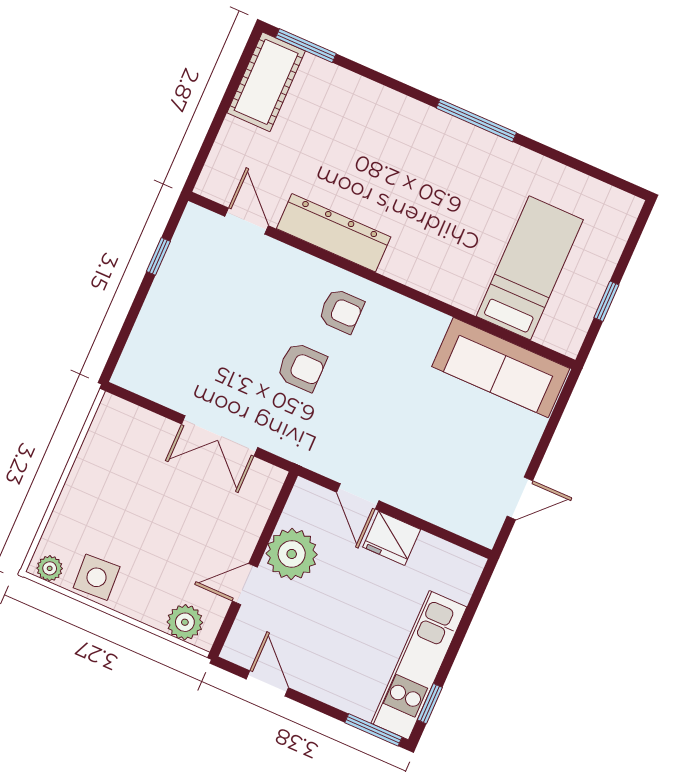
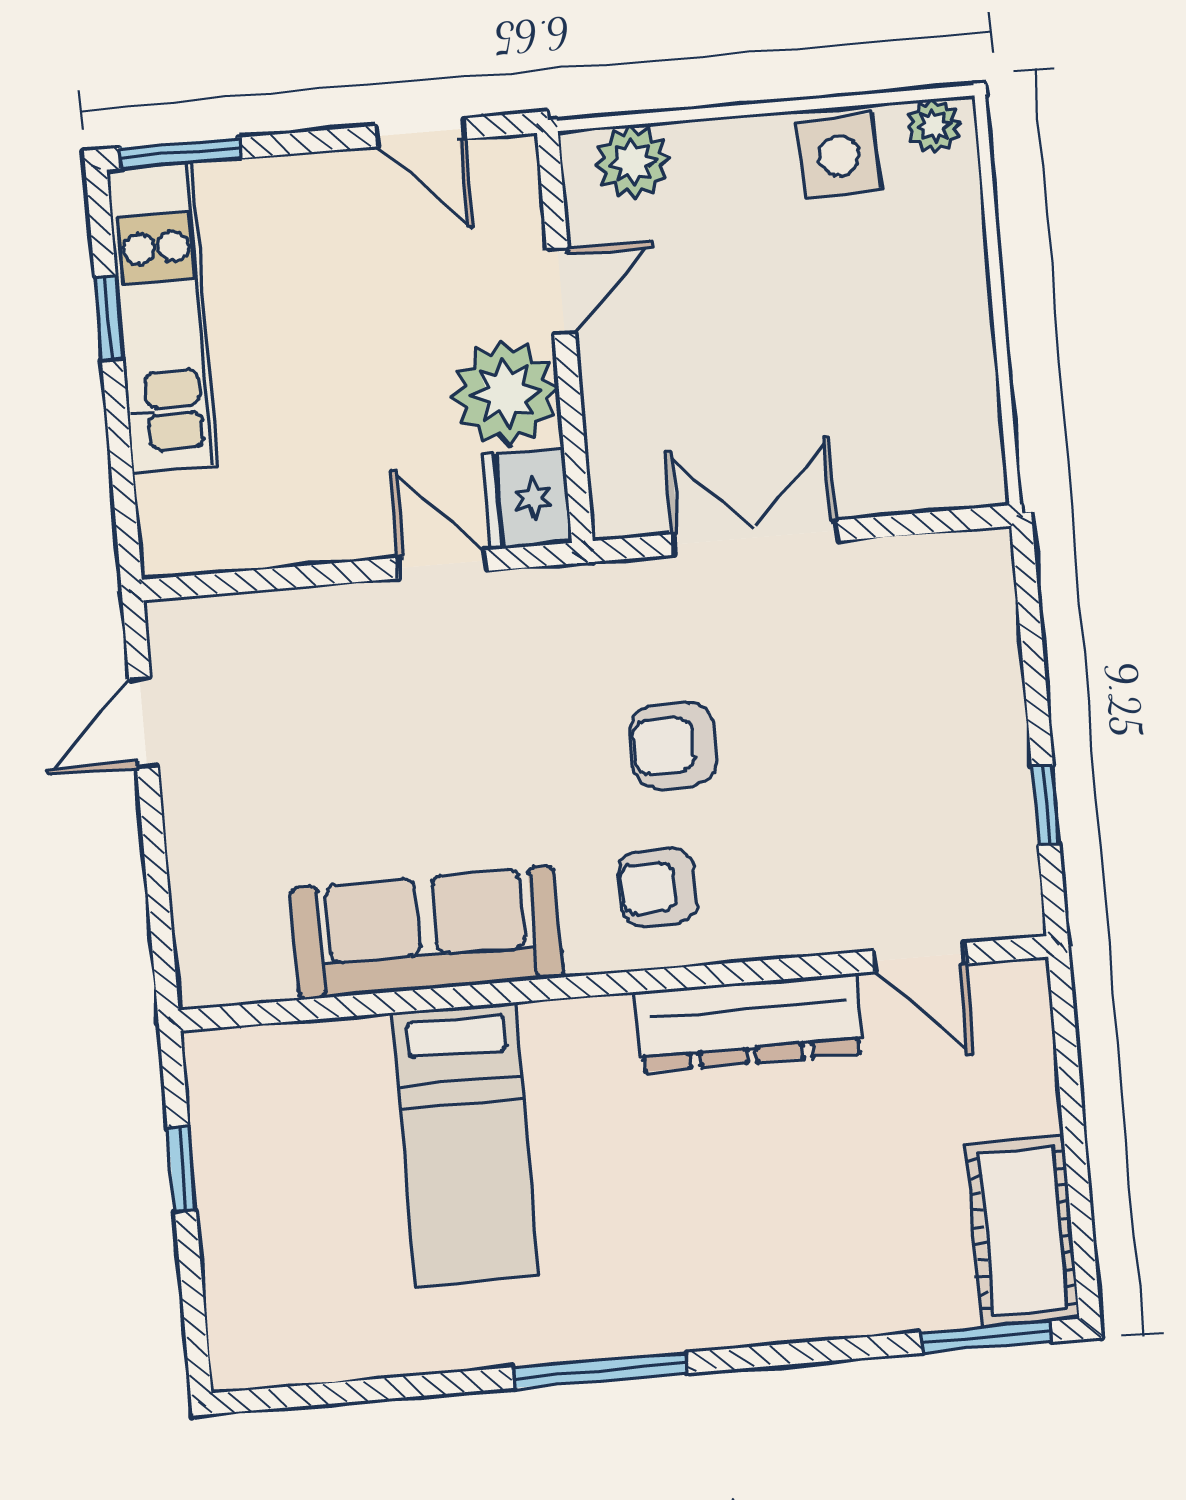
bed: (530, 268) -> (465, 1144), moved
sofa: (501, 368) -> (427, 933), moved
fridge: (392, 538) -> (527, 499), moved, turned -90
window: (430, 704) -> (109, 318), moved

